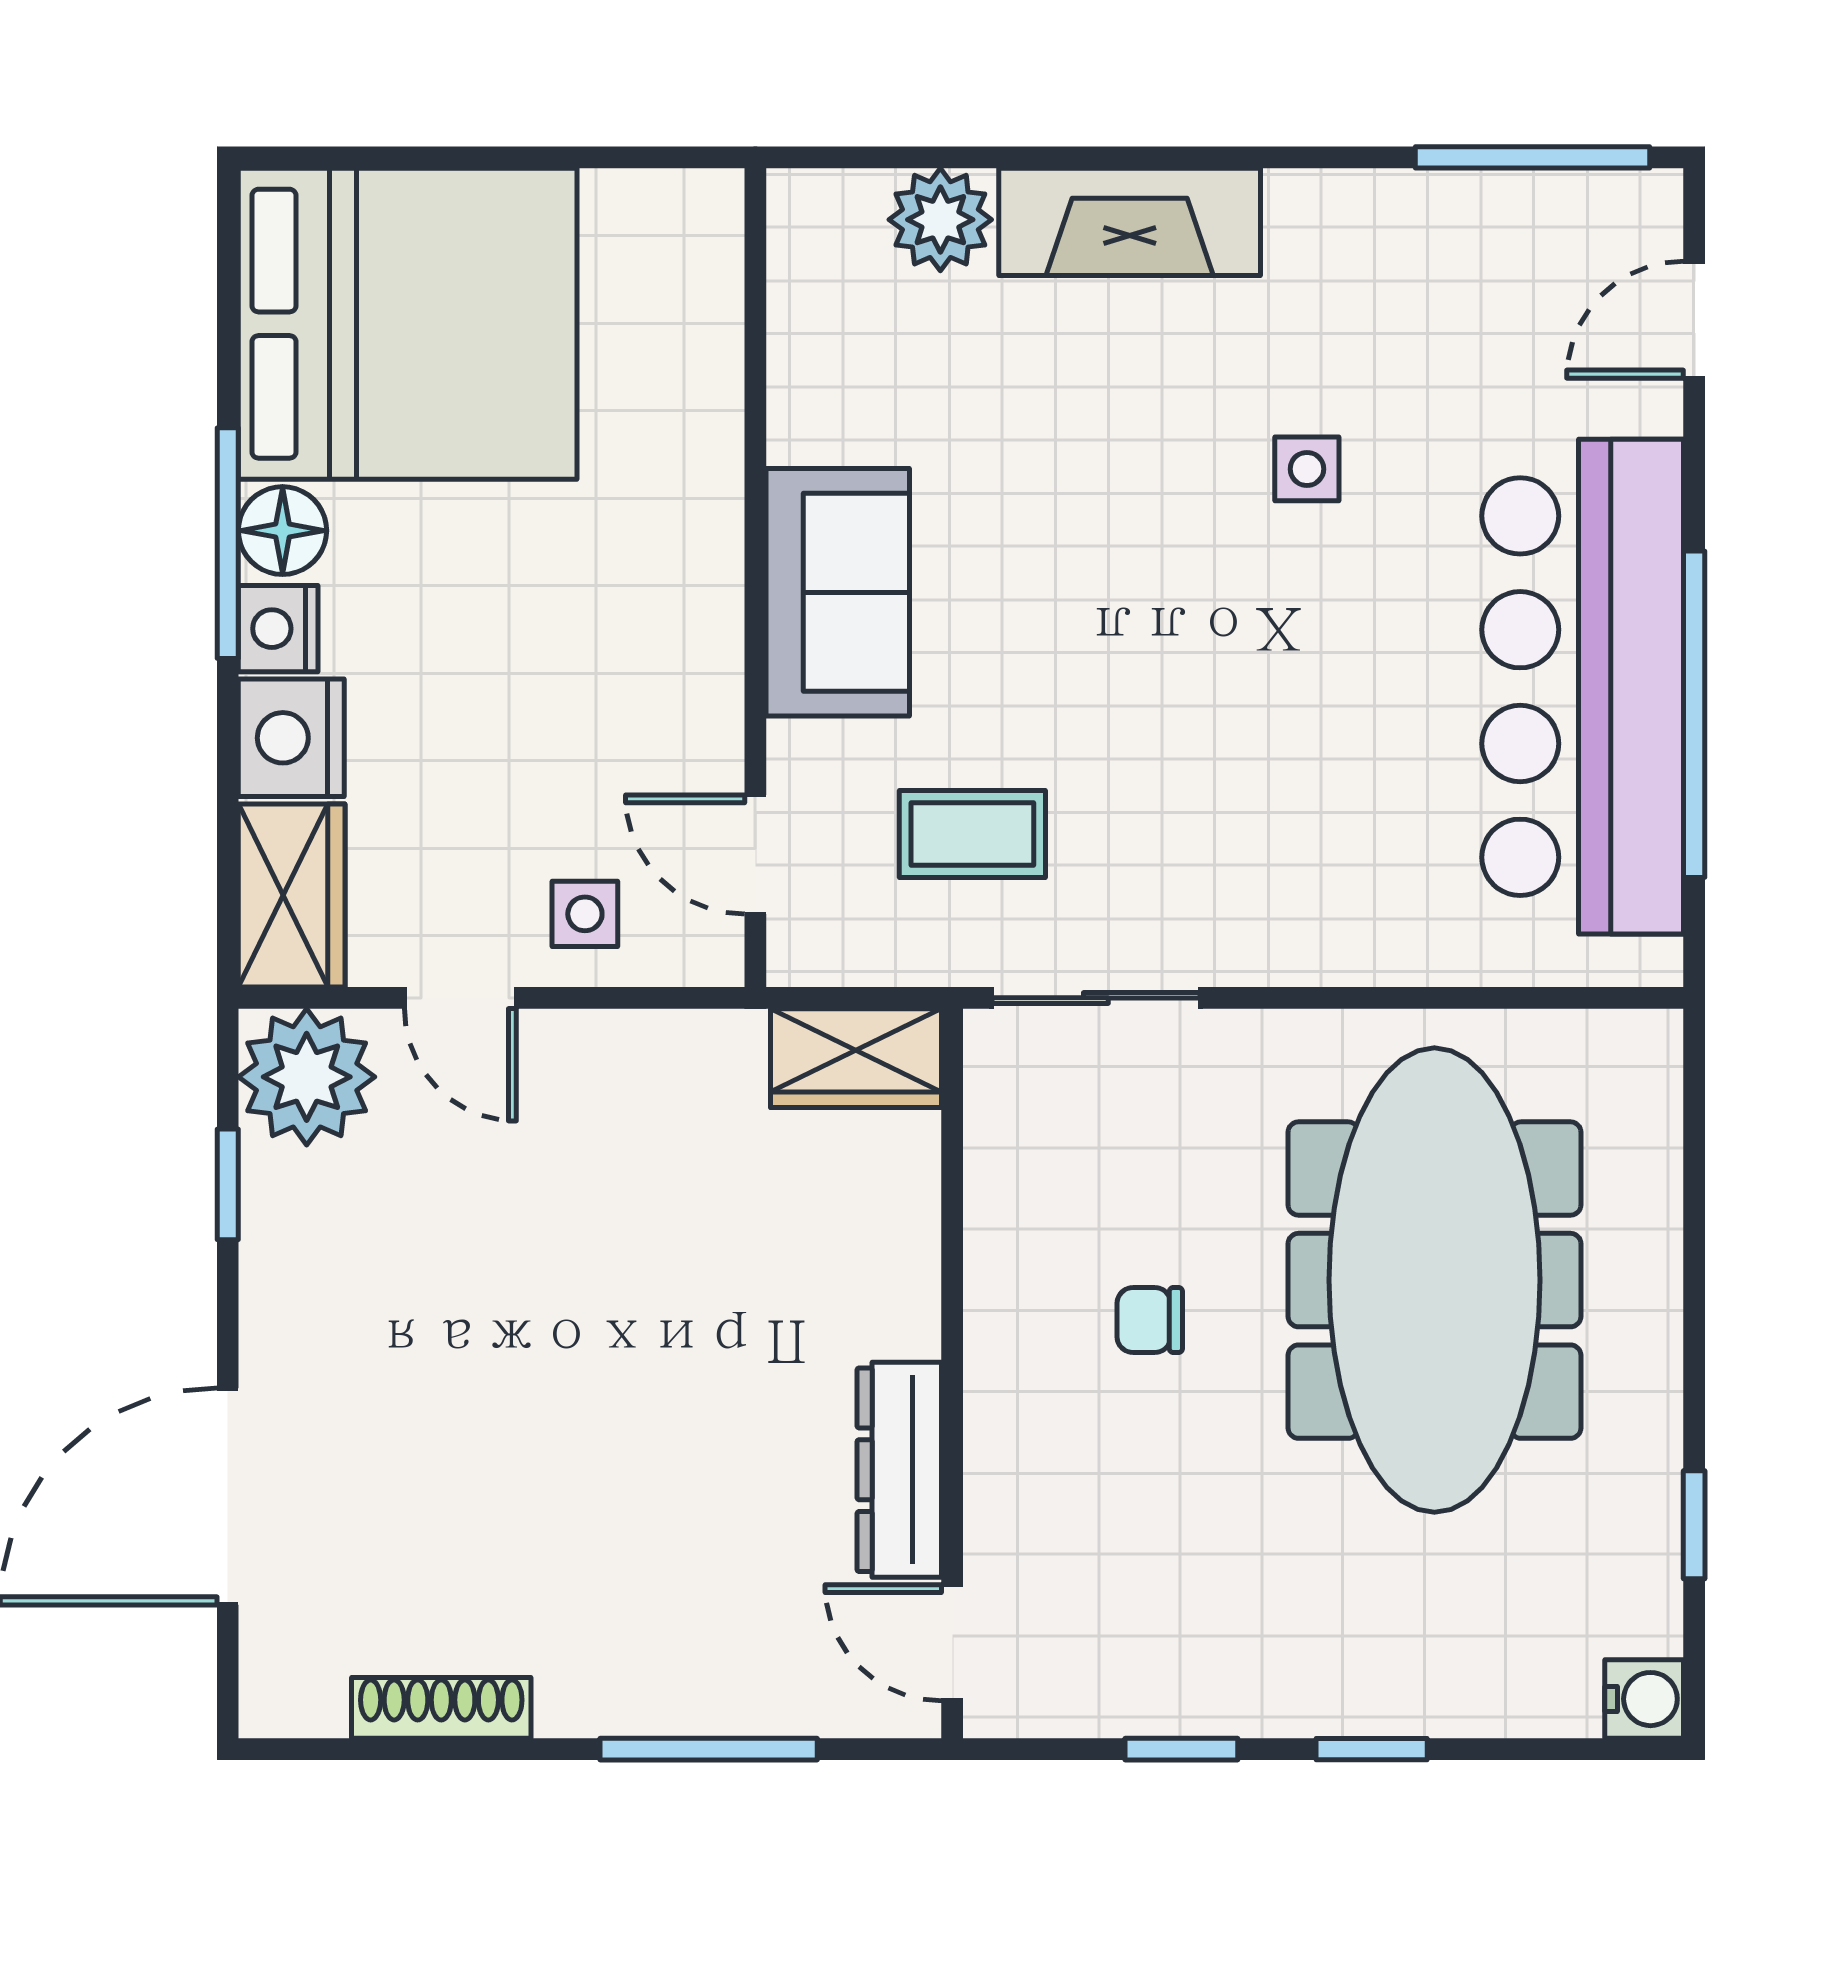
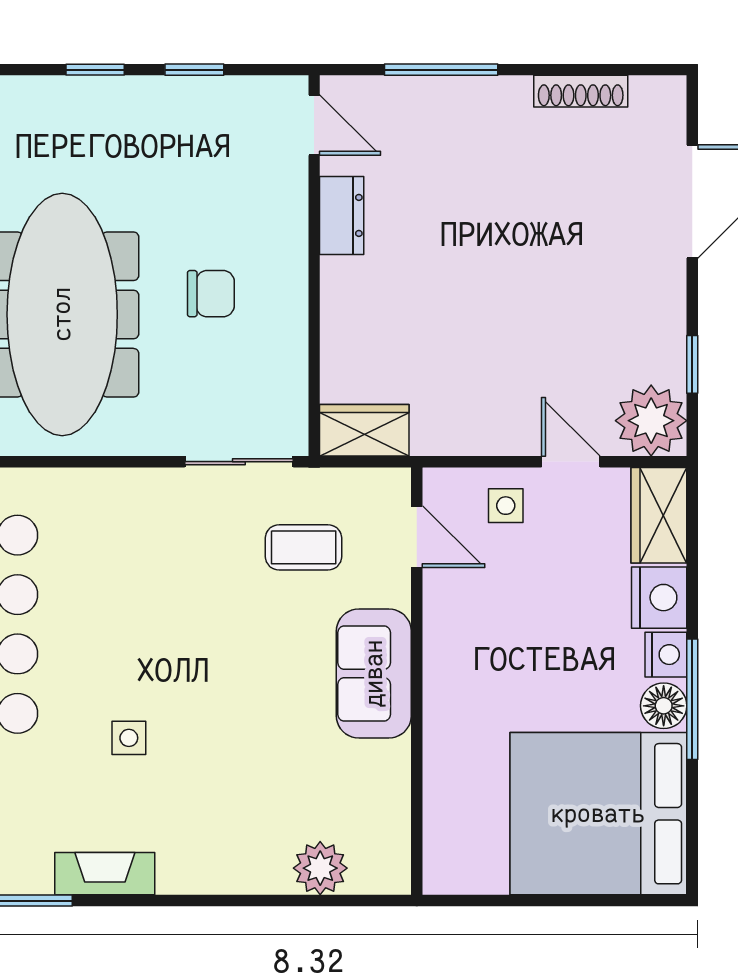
fireplace: (1130, 222) -> (105, 874), moved, width x0.73, depth x0.76
chair: (1150, 1320) -> (211, 294), width x1.37, depth x1.37
dresser: (899, 1470) -> (342, 215), width x0.70

